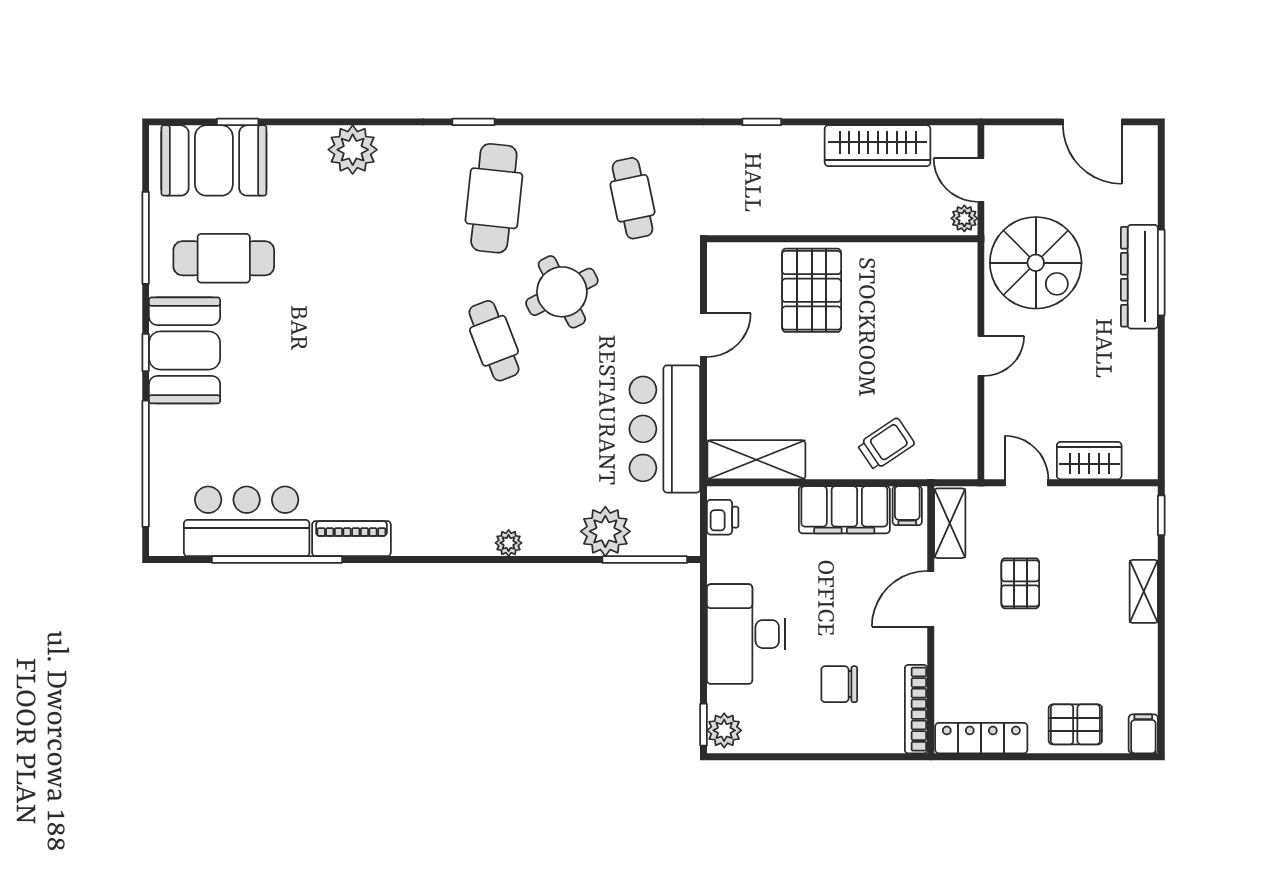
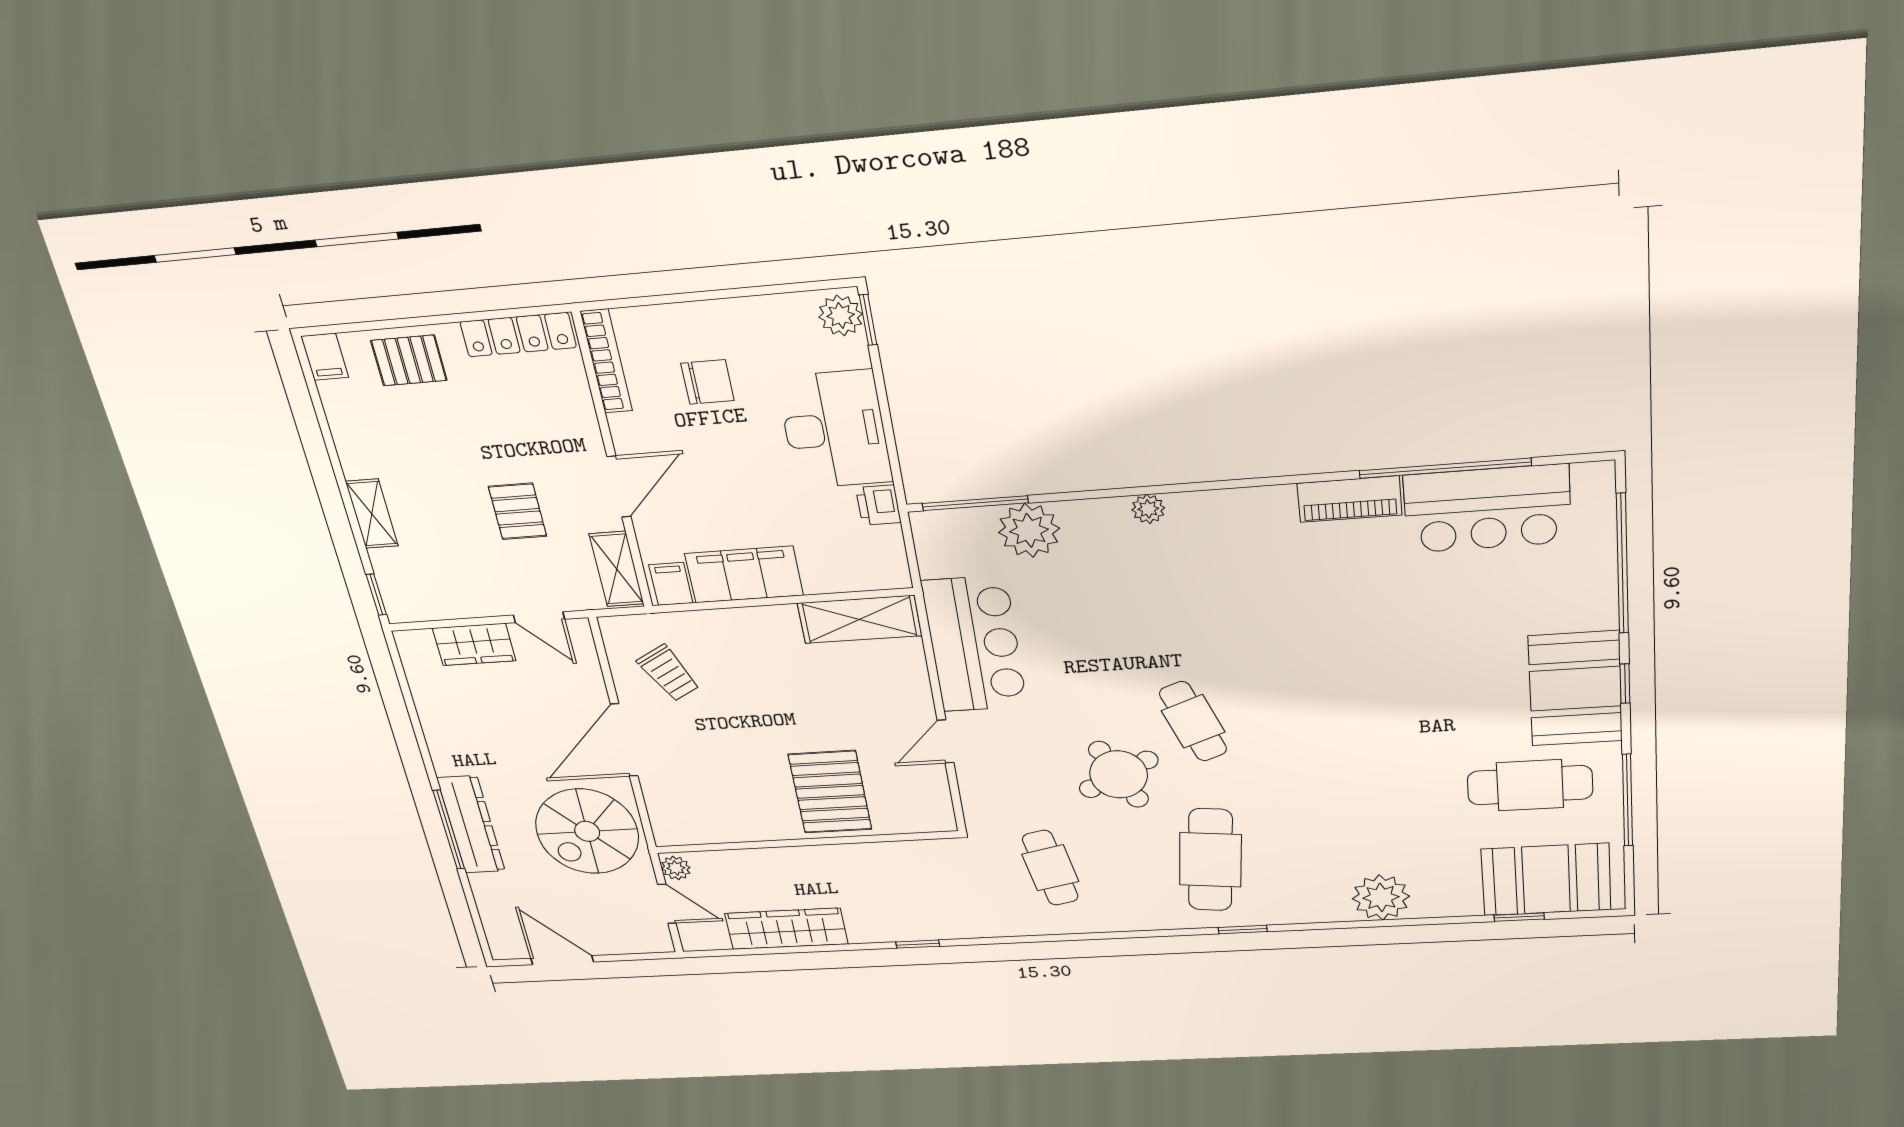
spiral stairs: (1036, 263) -> (587, 831), turned -90
door: (981, 356) -> (624, 740), width x1.87
trolley: (886, 444) -> (668, 673), moved, turned -84
printer: (723, 517) -> (878, 505), moved

